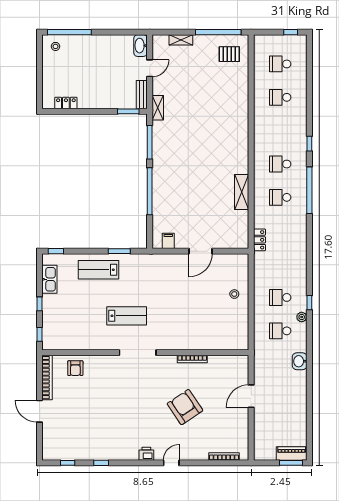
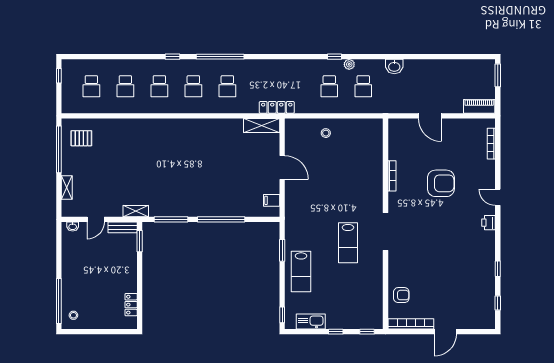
washbasin: (140, 46) -> (73, 227), width x0.52, depth x0.69
pallet: (229, 54) -> (81, 138), turned 90
door: (150, 68) -> (96, 219), swing flipped
school desk: (280, 131) -> (159, 86), added
shelving: (242, 192) -> (262, 126), moved
locker: (259, 240) -> (277, 107), width x1.53
lab bench: (127, 316) -> (348, 243), turned 180
armchair: (185, 407) -> (441, 183), turned -146
piano: (292, 453) -> (479, 106), moved, turned 90

